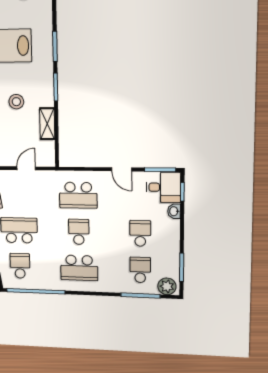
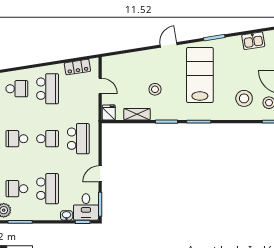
fridge: (46, 158) -> (109, 112), added
door: (26, 168) -> (100, 86), moved
school desk: (78, 195) -> (78, 139), turned 180
school desk: (140, 233) -> (48, 189), width x1.85
school desk: (79, 268) -> (17, 139), width x0.54
school desk: (140, 270) -> (17, 189), turned 180

